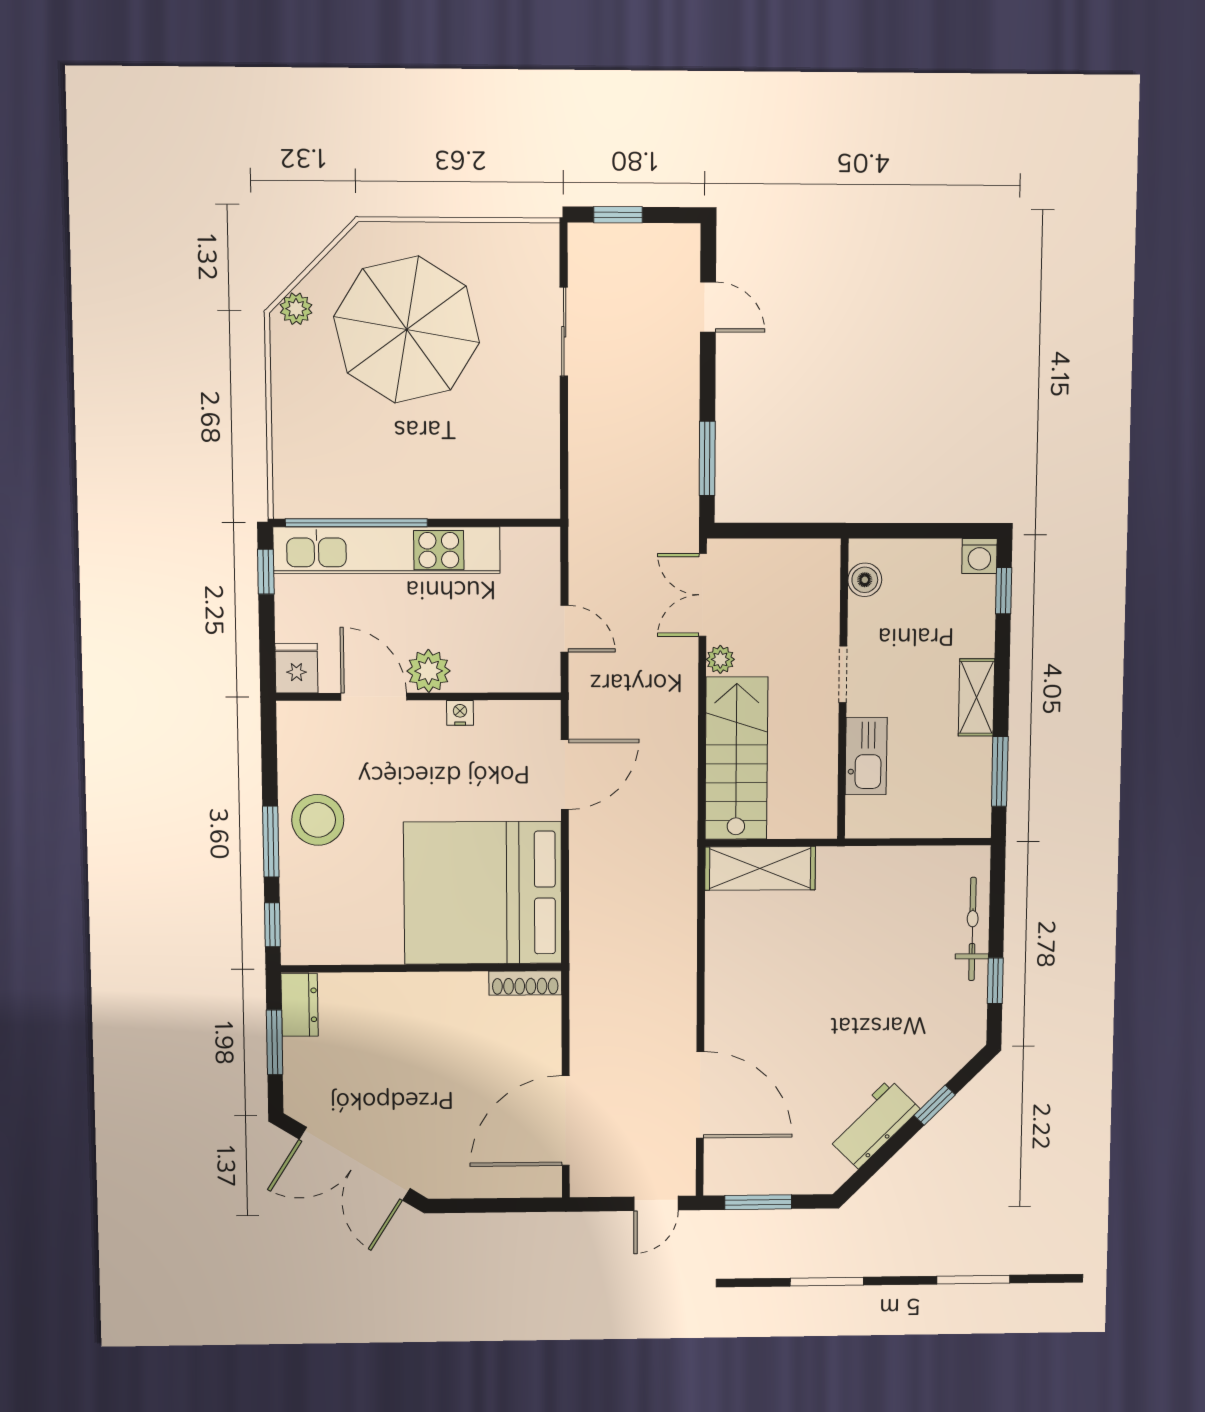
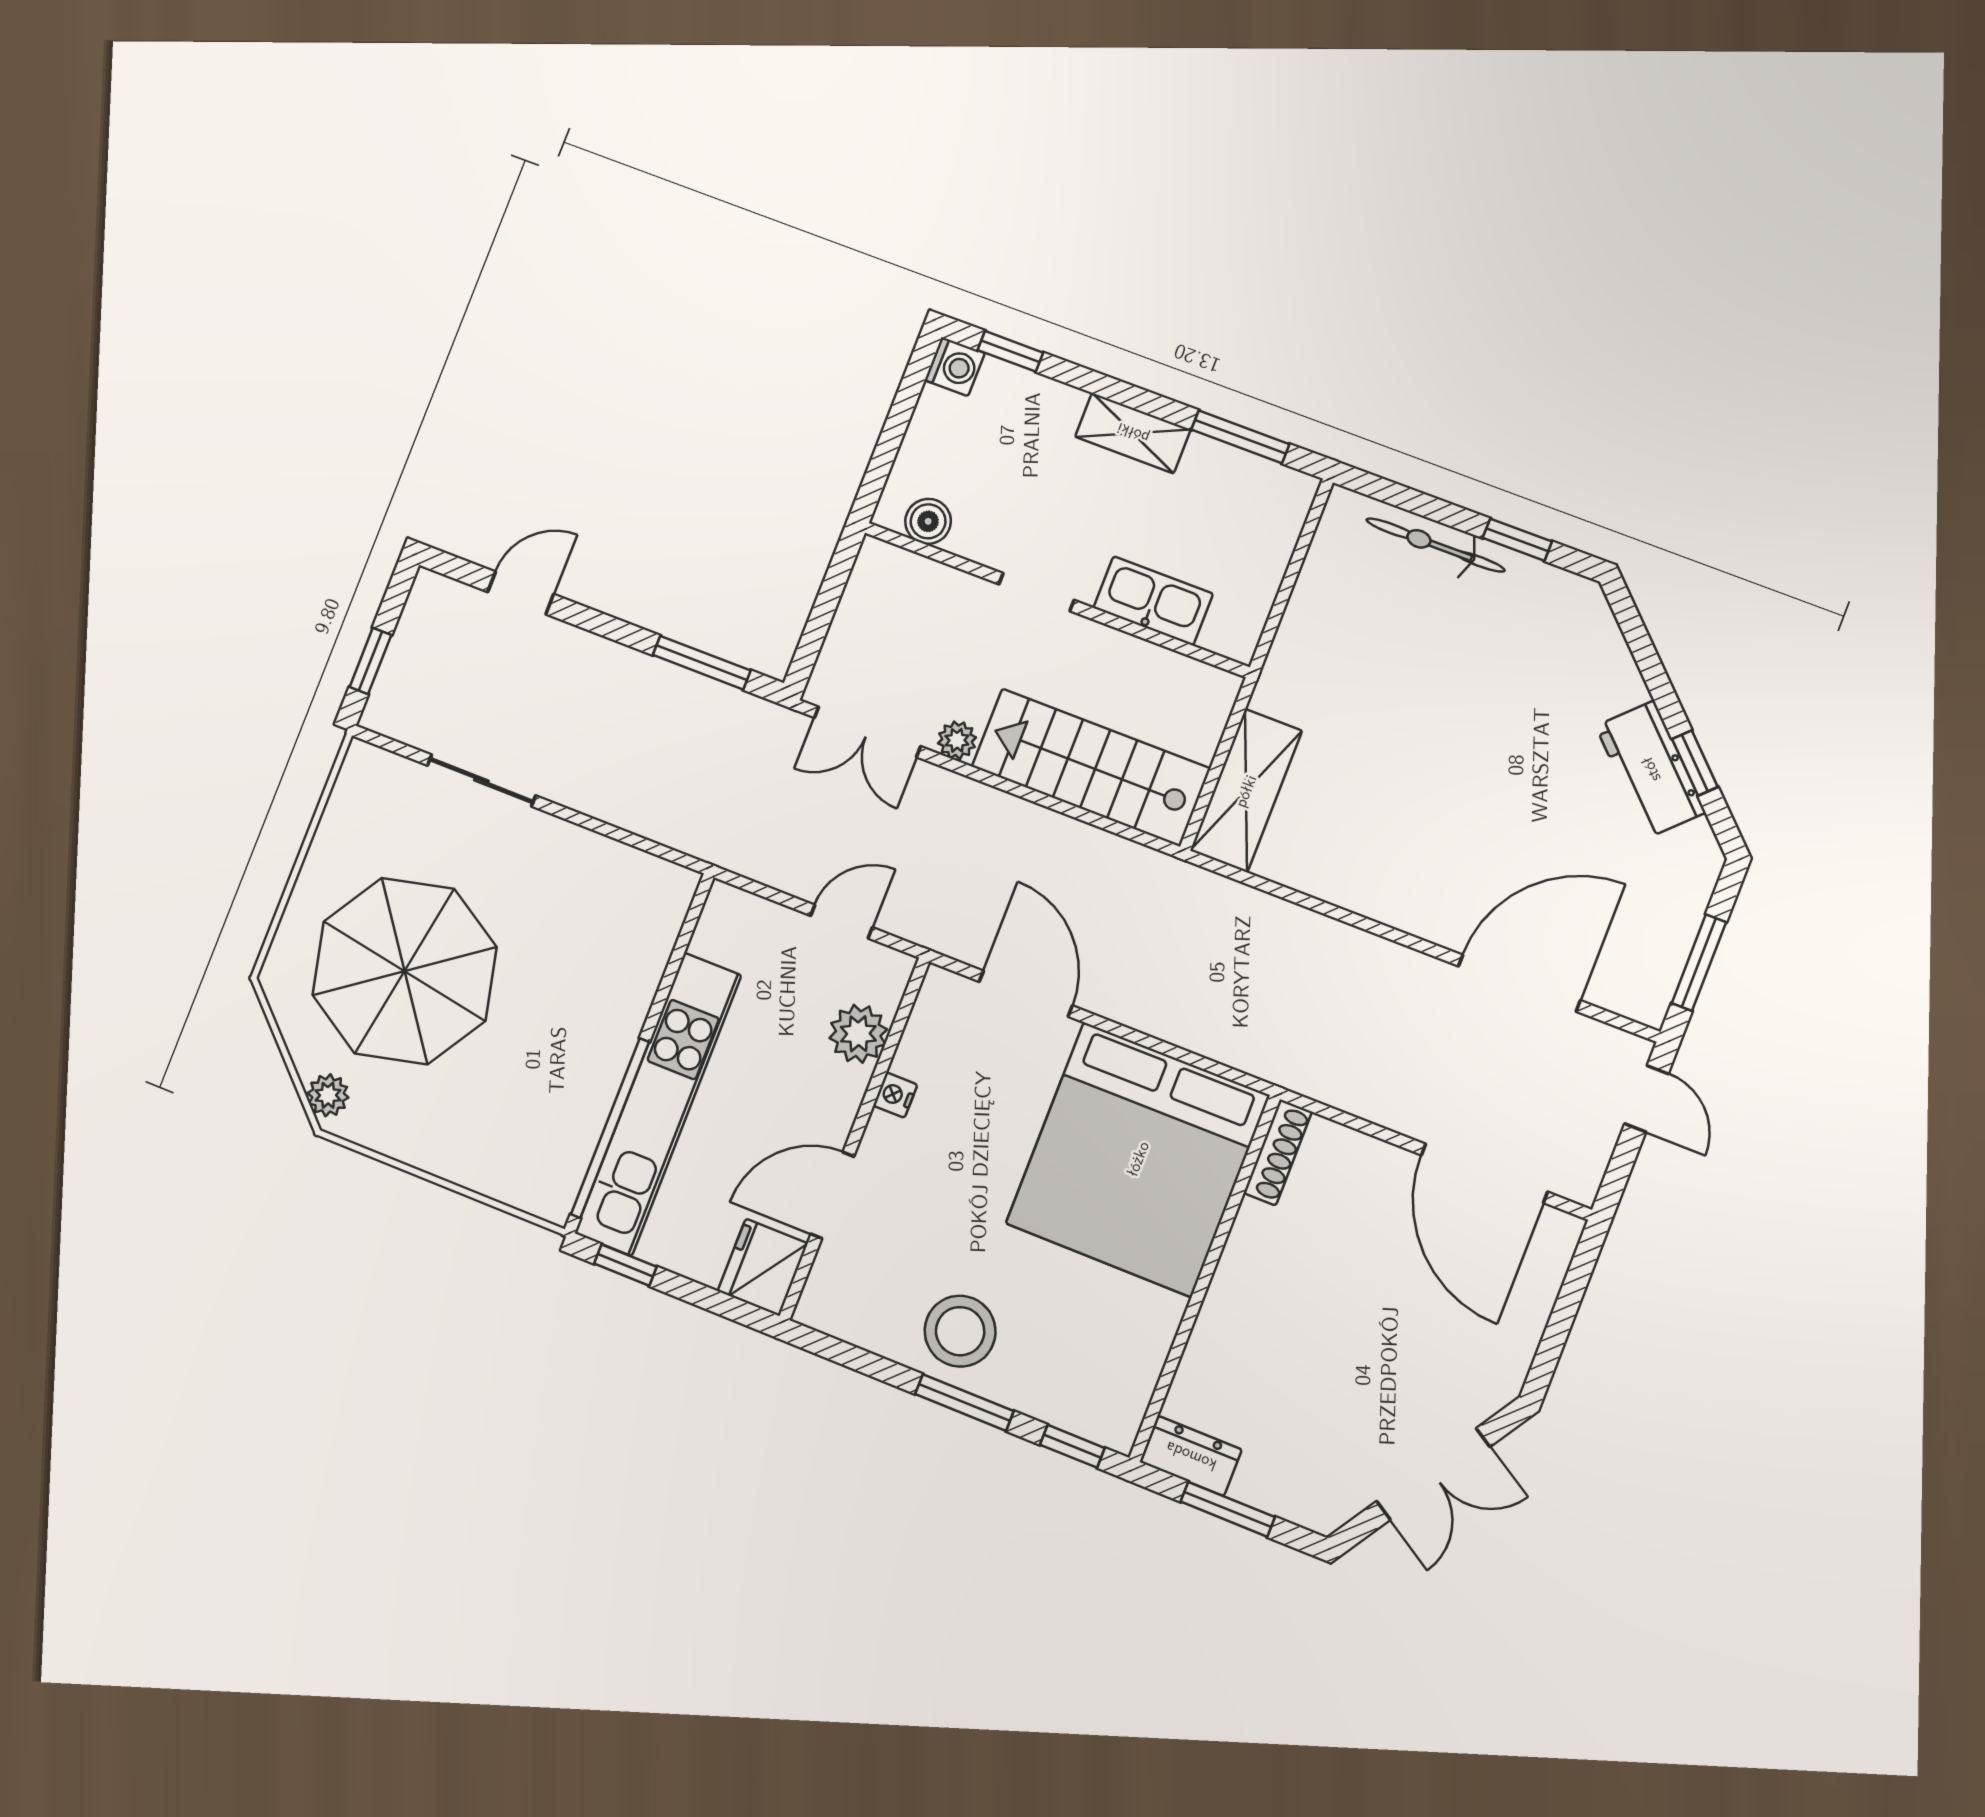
fridge: (296, 668) -> (763, 1267), width x1.38
plant: (429, 671) -> (858, 1034), moved
window: (935, 1105) -> (1695, 763), moved
double door: (355, 1164) -> (1433, 1474), width x0.73

